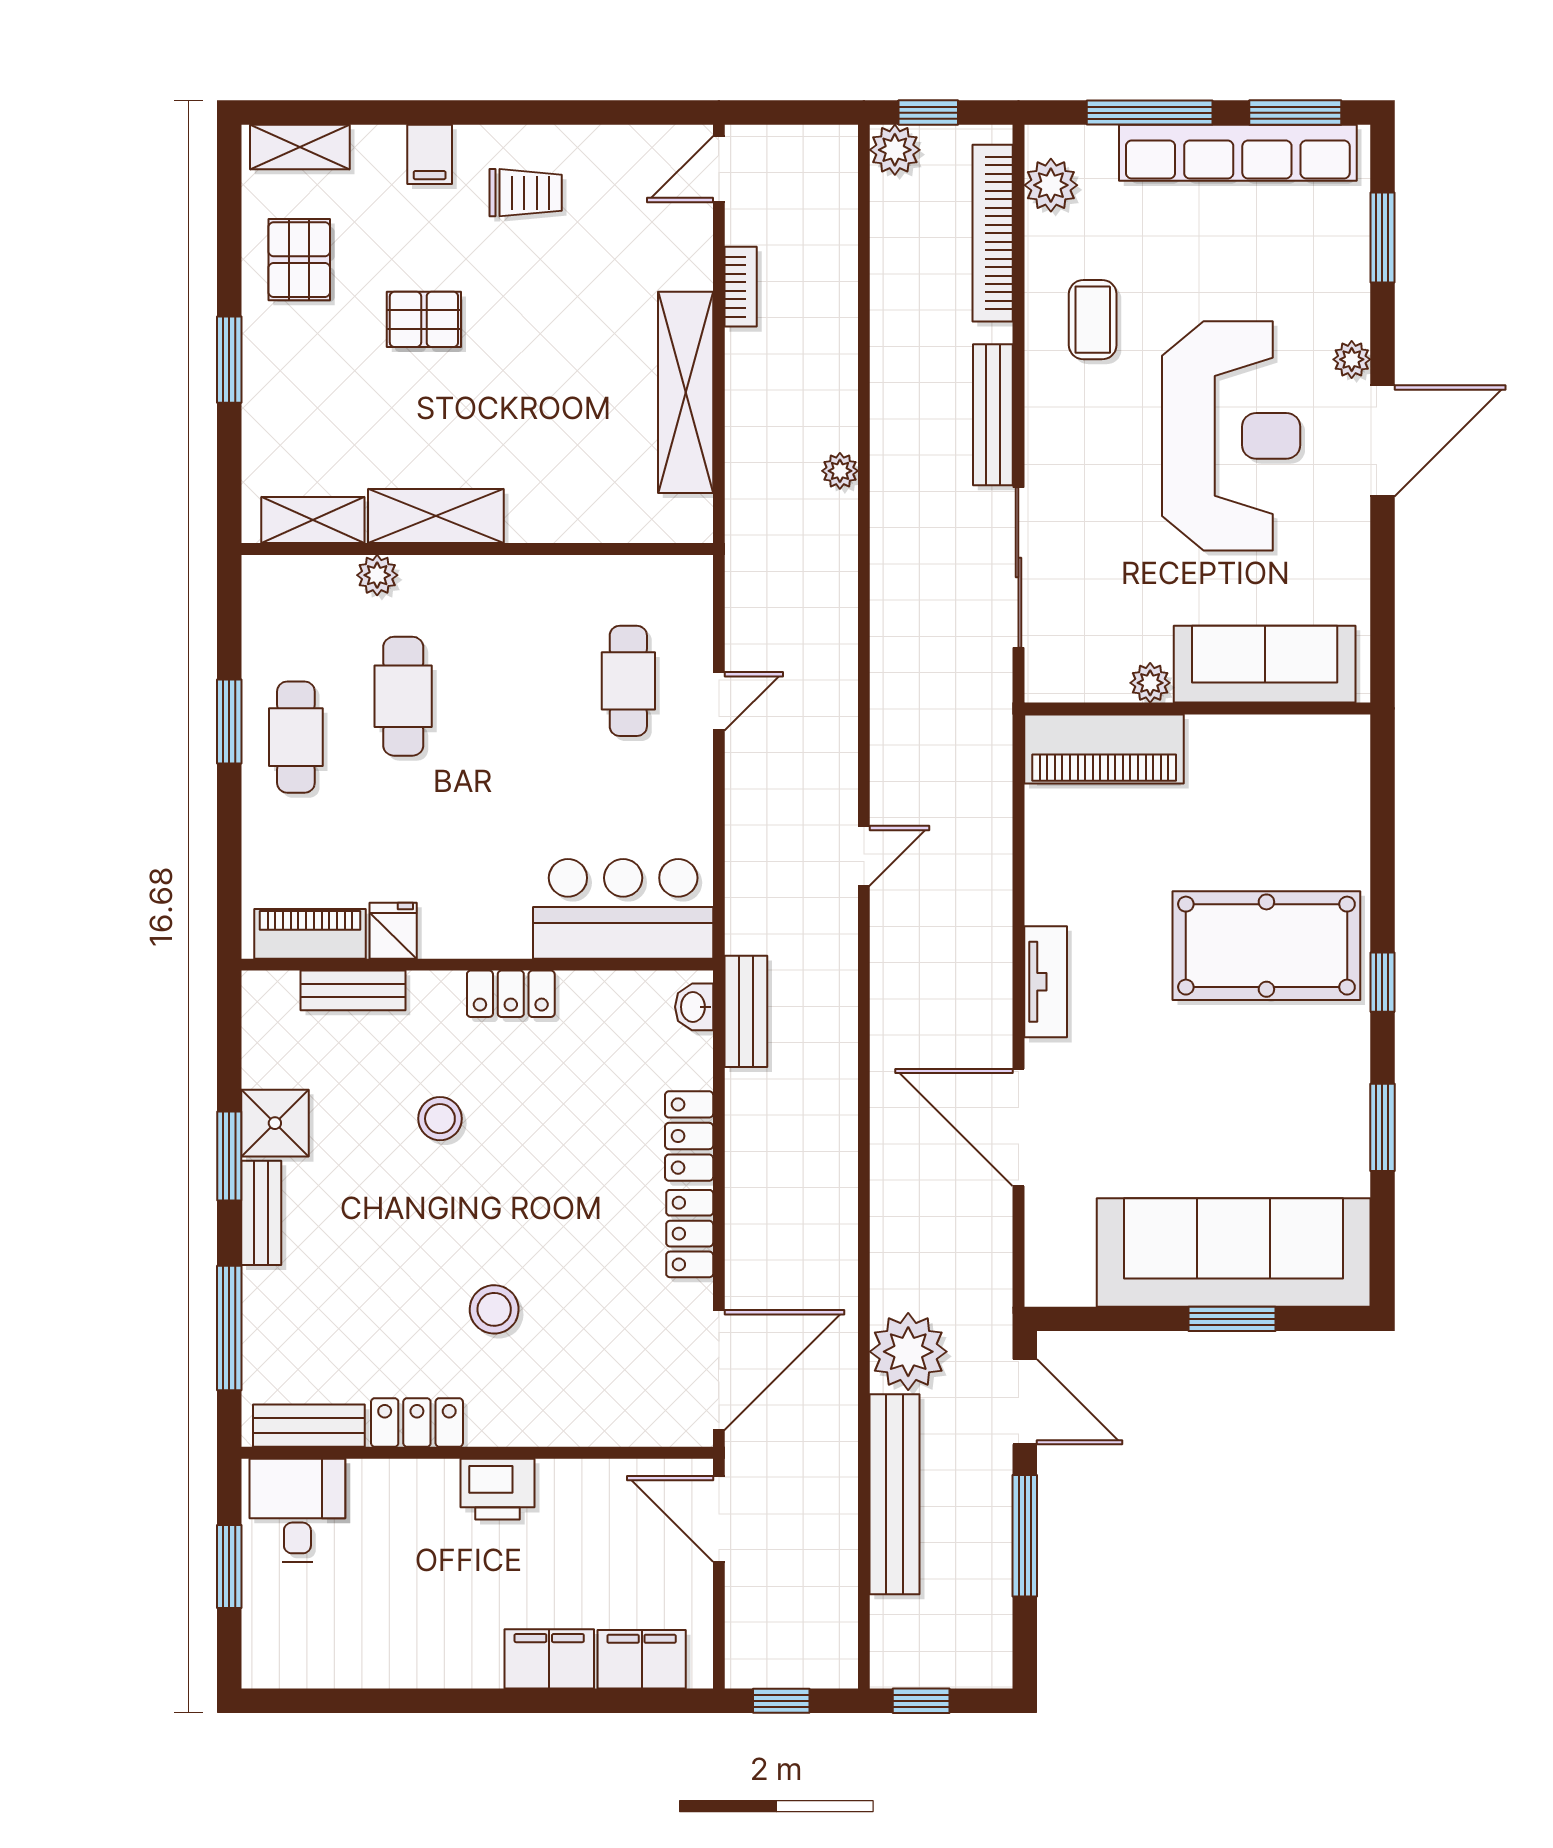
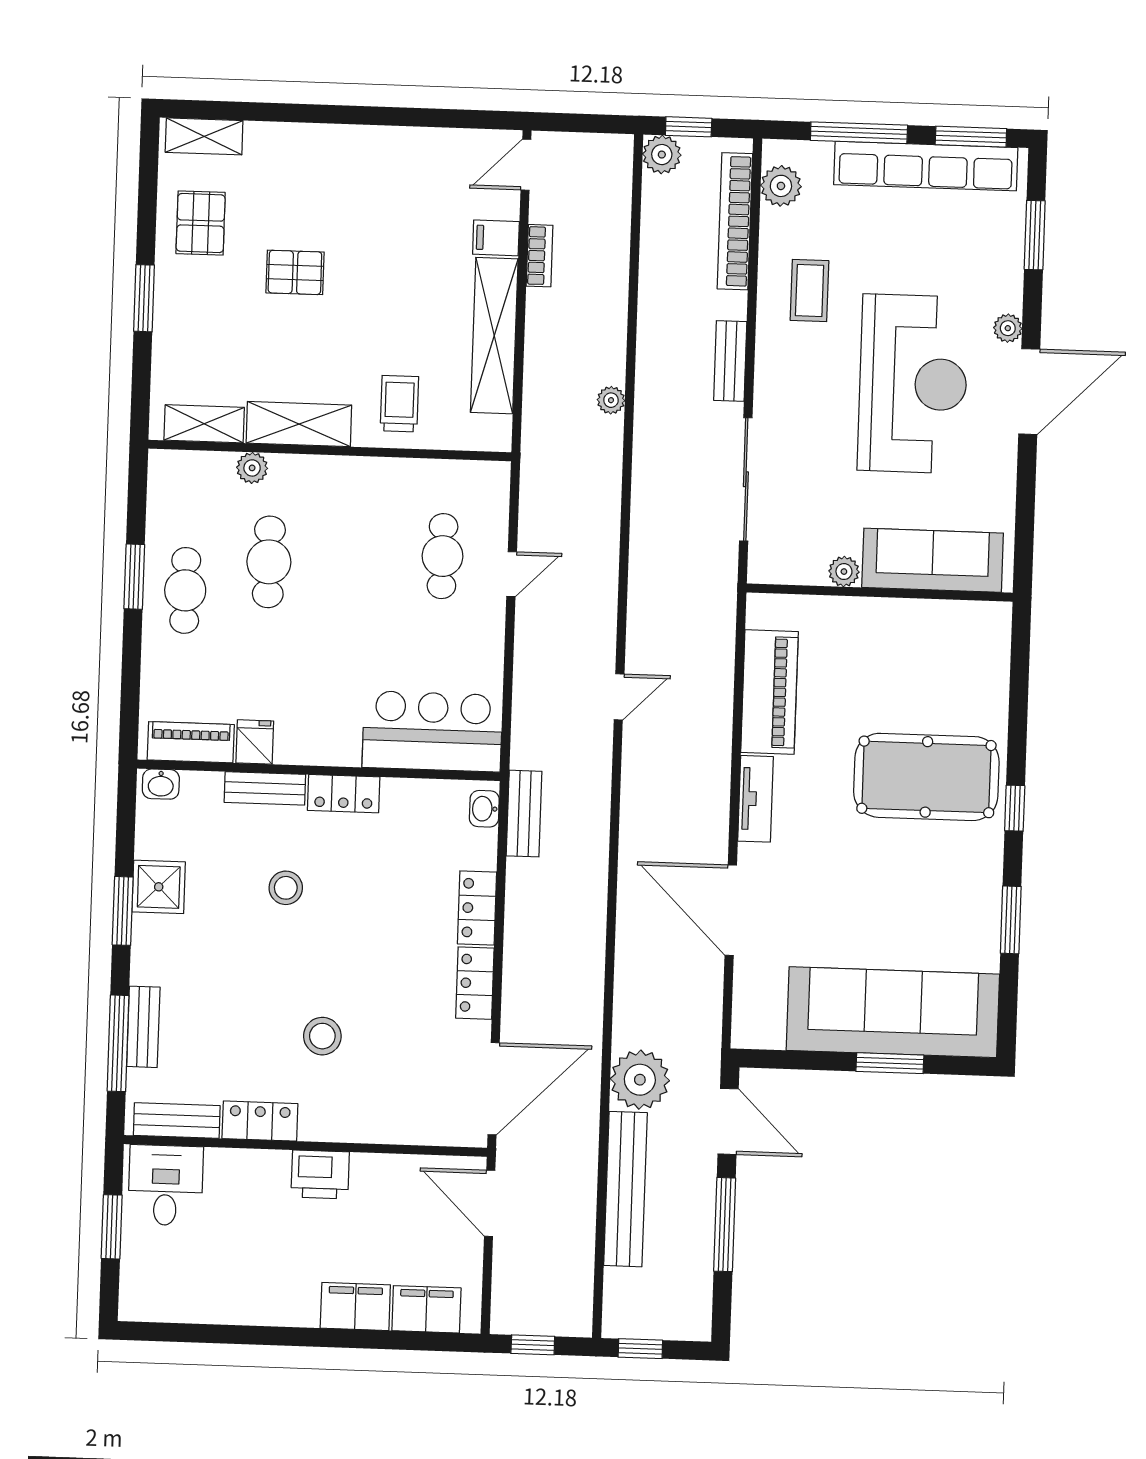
filing cabinet: (430, 154) -> (496, 238), moved, turned 90
trolley: (526, 193) -> (399, 404), moved, turned -90
bench: (993, 415) -> (730, 361), width x0.73
piano: (1104, 749) -> (770, 692), moved, turned -90
washbasin: (273, 990) -> (161, 784), added
bench: (353, 990) -> (265, 788), moved
bench: (261, 1213) -> (143, 1027), moved

